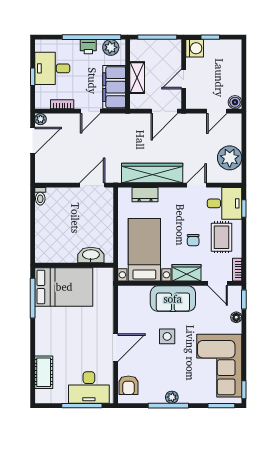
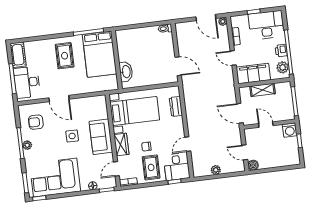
desk: (52, 68) -> (266, 25), width x1.37
plant: (230, 158) -> (216, 170), width x0.53, depth x0.53
wardrobe: (152, 173) -> (193, 110), removed
door: (197, 185) -> (188, 144), swing flipped
rug: (222, 237) -> (151, 167), turned 90
rug: (60, 333) -> (65, 56), added
cot: (44, 372) -> (18, 55), moved, turned 90
armchair: (128, 385) -> (36, 122), moved

